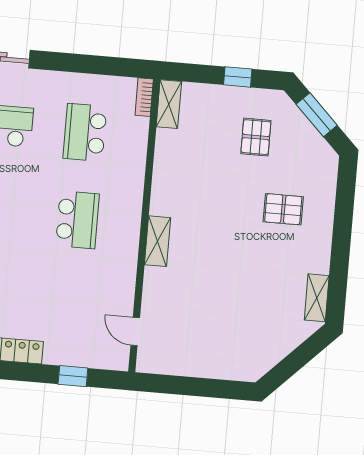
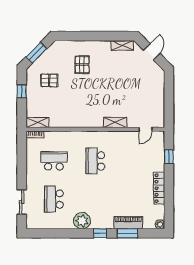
school desk: (85, 132) -> (54, 161), turned 180
school desk: (77, 220) -> (95, 161), turned -90
shelving: (157, 241) -> (115, 122), moved
door: (298, 359) -> (152, 52), added

